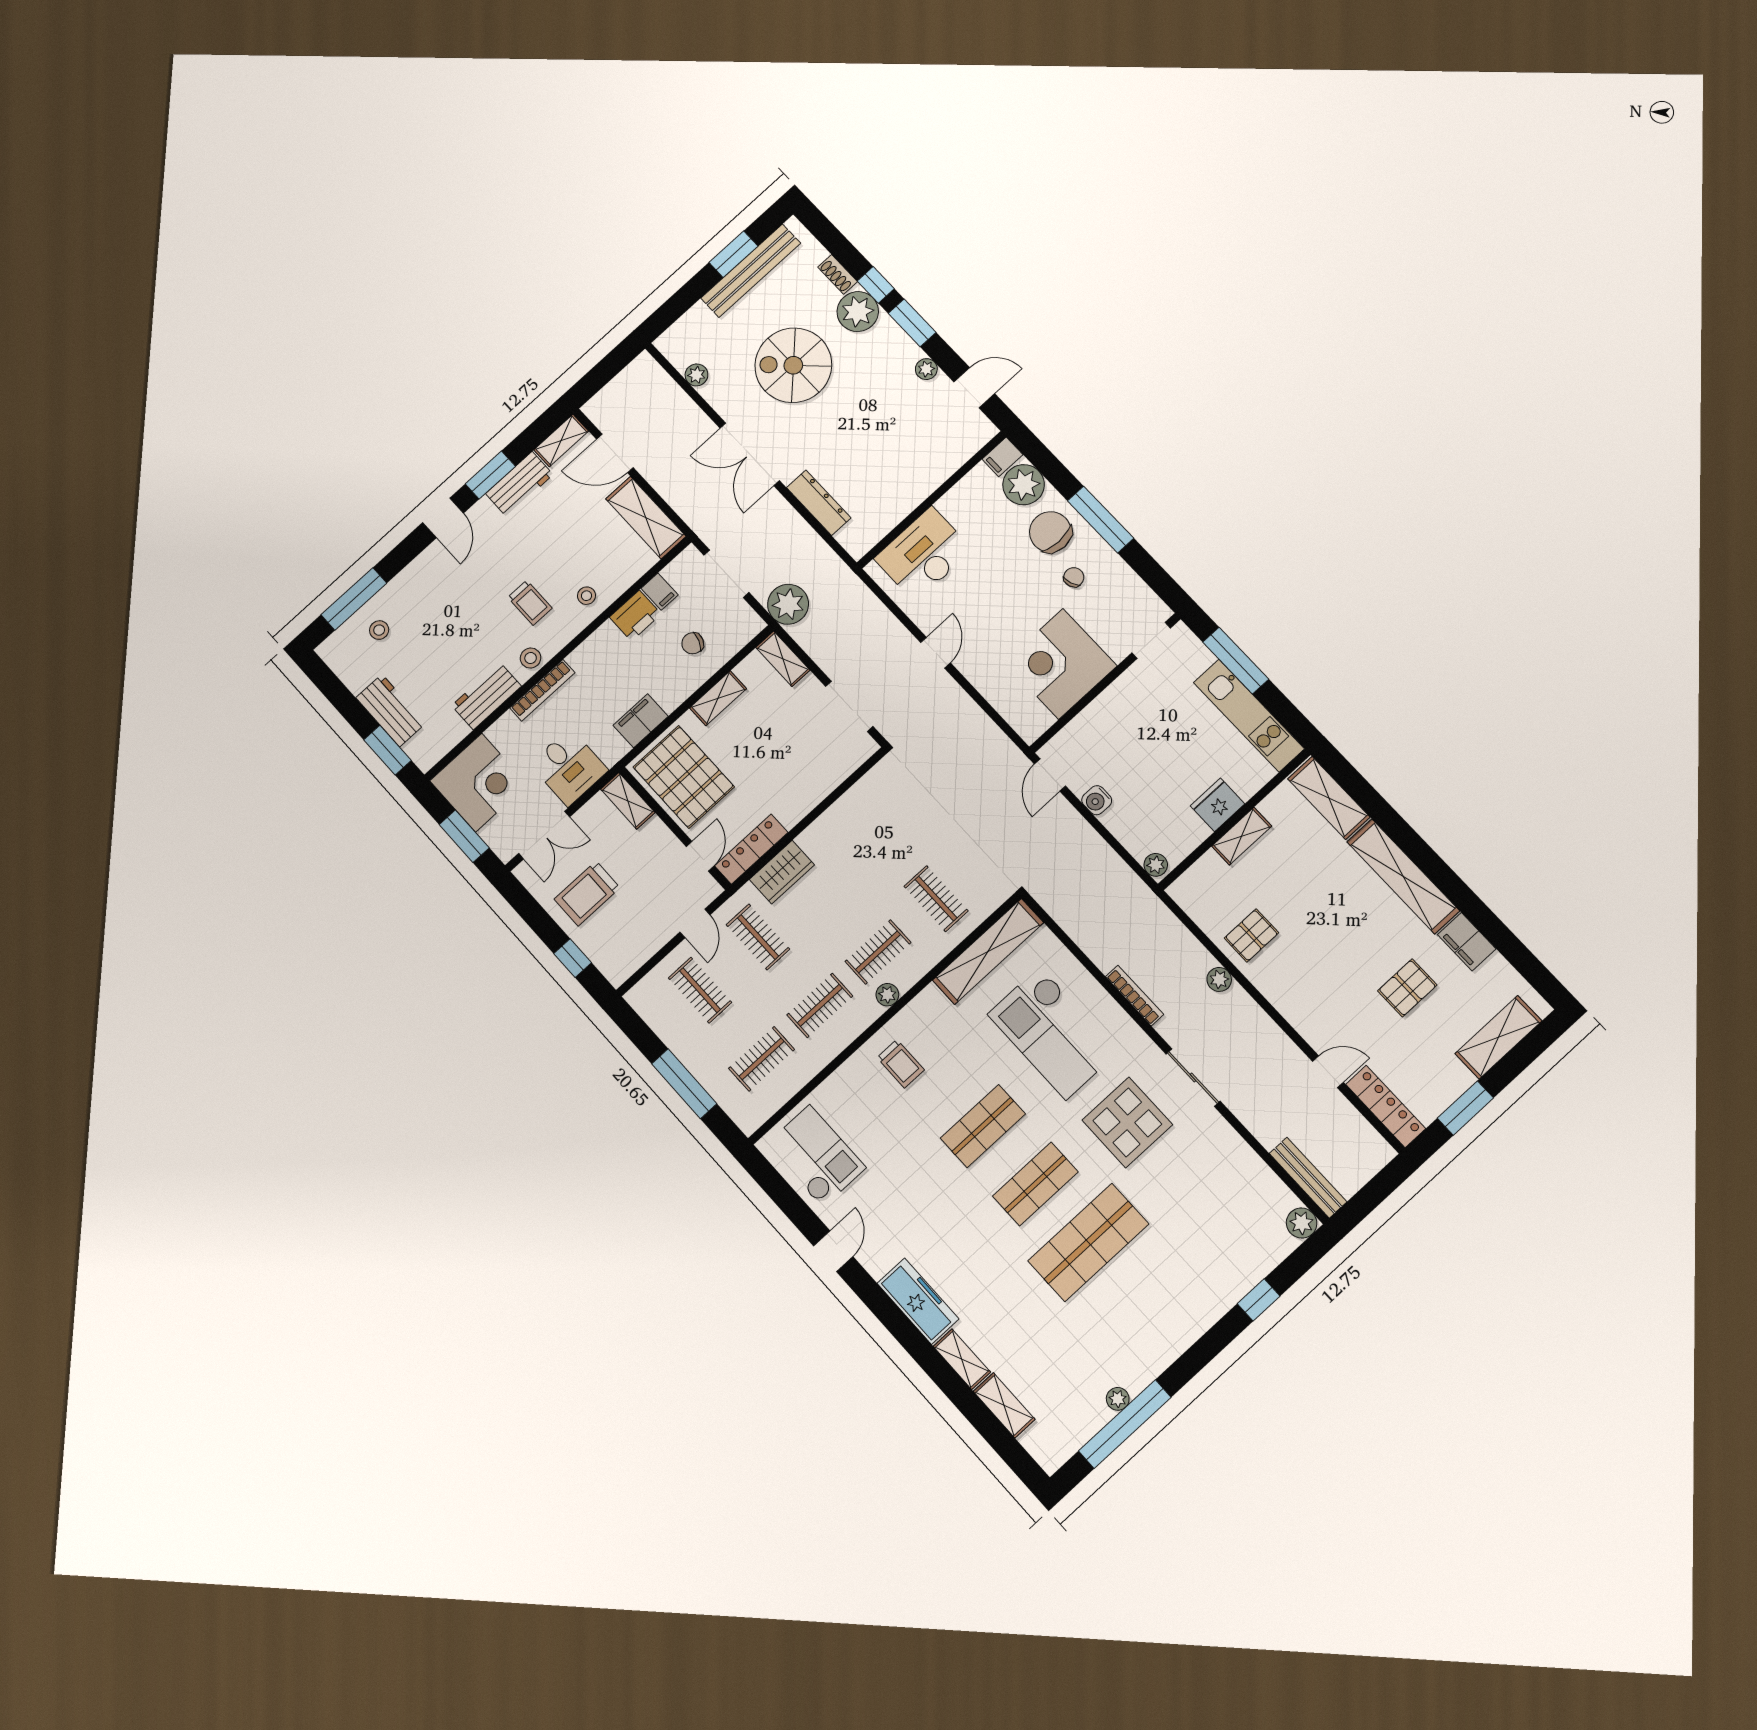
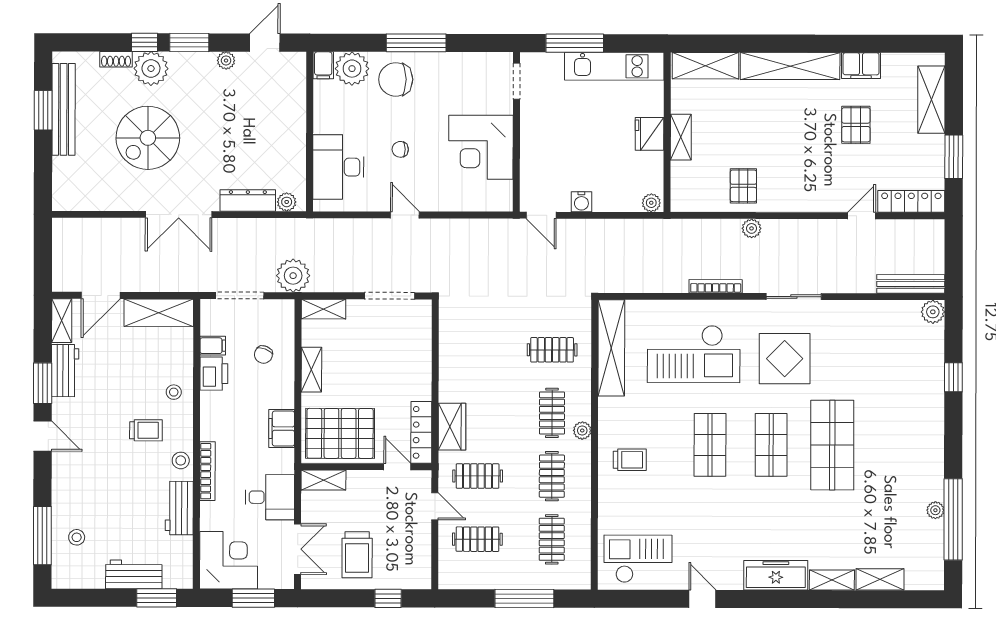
plant: (696, 375) -> (287, 202), moved
chair: (1074, 577) -> (400, 149), moved, turned -70

